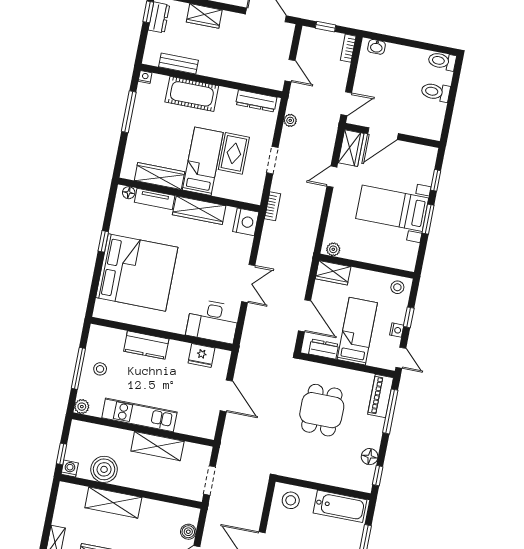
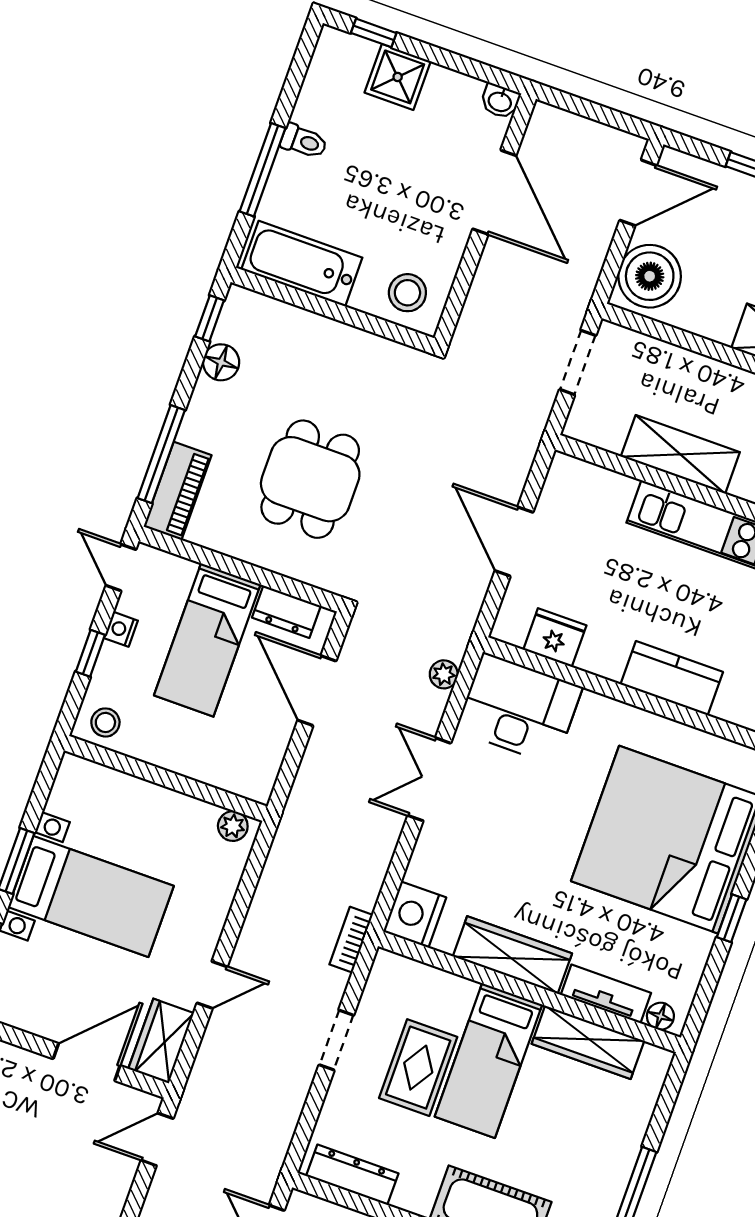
plant: (290, 120) -> (444, 674), moved
wardrobe: (333, 273) -> (241, 775), removed
boiler: (188, 532) -> (650, 276), width x1.86, depth x1.86

